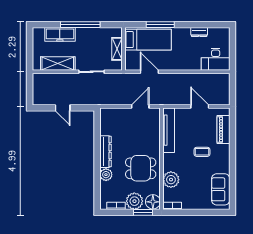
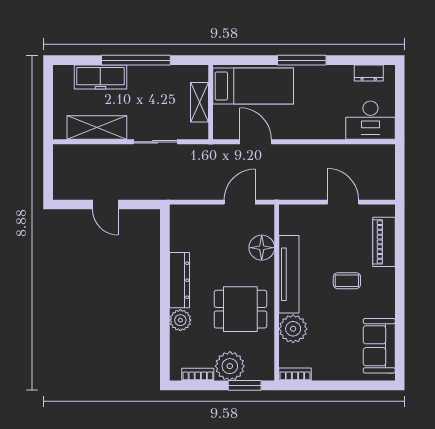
window: (160, 25) -> (302, 60), moved
dresser: (199, 32) -> (369, 73), moved
tv unit: (169, 130) -> (289, 274), moved
floor lamp: (153, 202) -> (262, 248), moved

